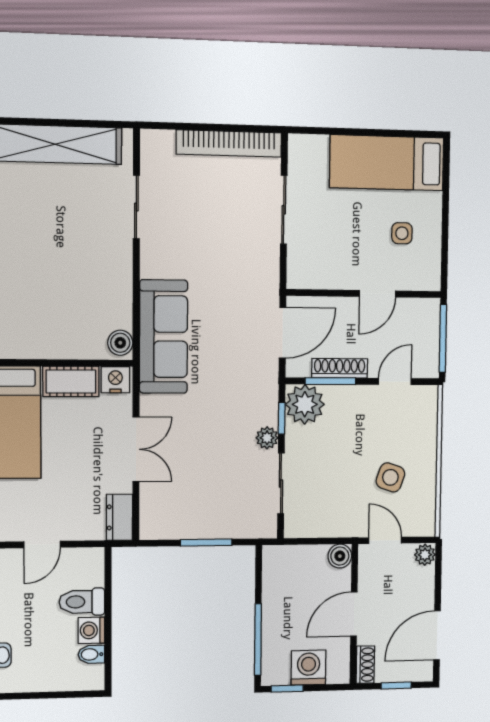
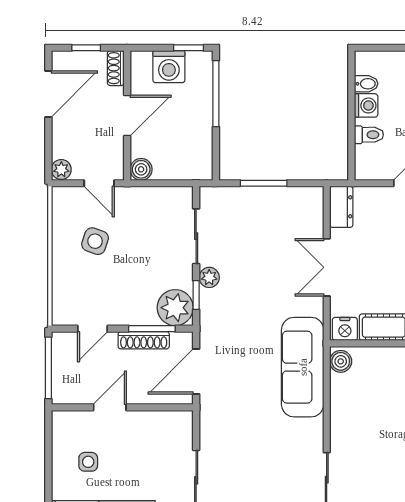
toilet: (82, 602) -> (369, 135), width x0.73, depth x0.72

